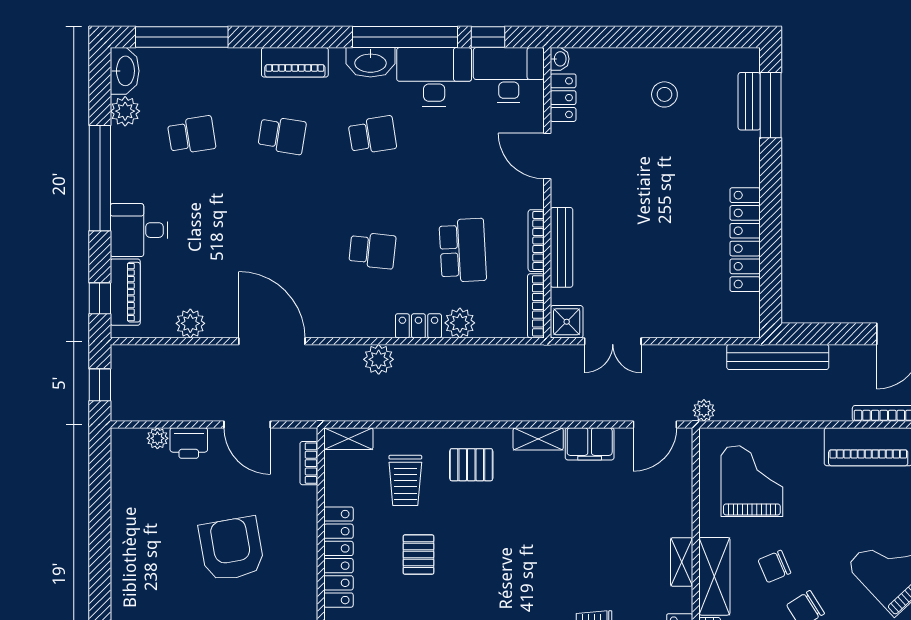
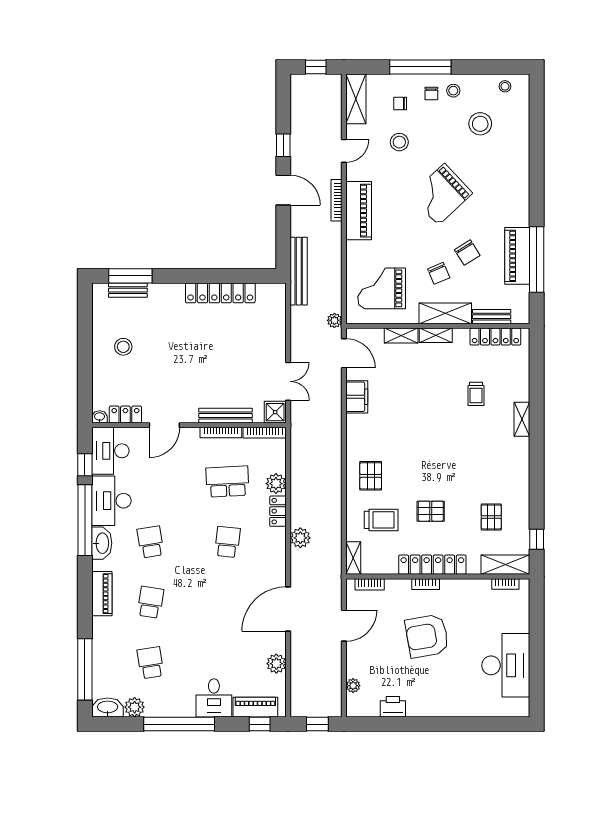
shelving: (538, 439) -> (401, 336), moved, turned 90
printer: (189, 443) -> (393, 707), moved, turned -90
bookcase: (309, 547) -> (426, 584), added

